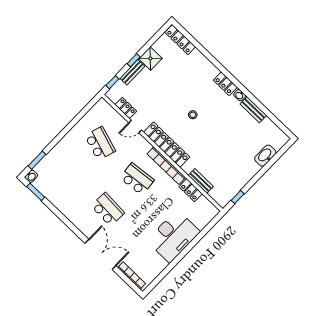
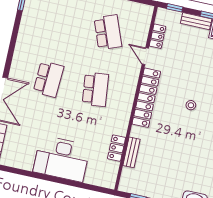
school desk: (100, 143) -> (108, 32), turned -39
bookcase: (166, 166) -> (126, 110), removed

